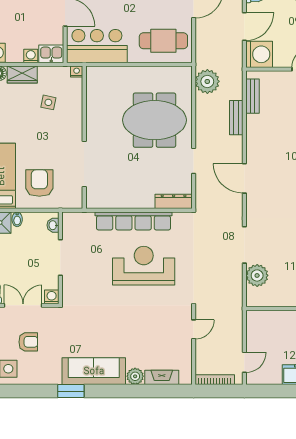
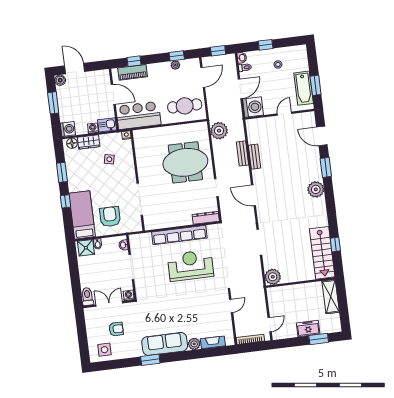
bench: (253, 96) -> (255, 157), moved
plant: (257, 275) -> (273, 277), moved

